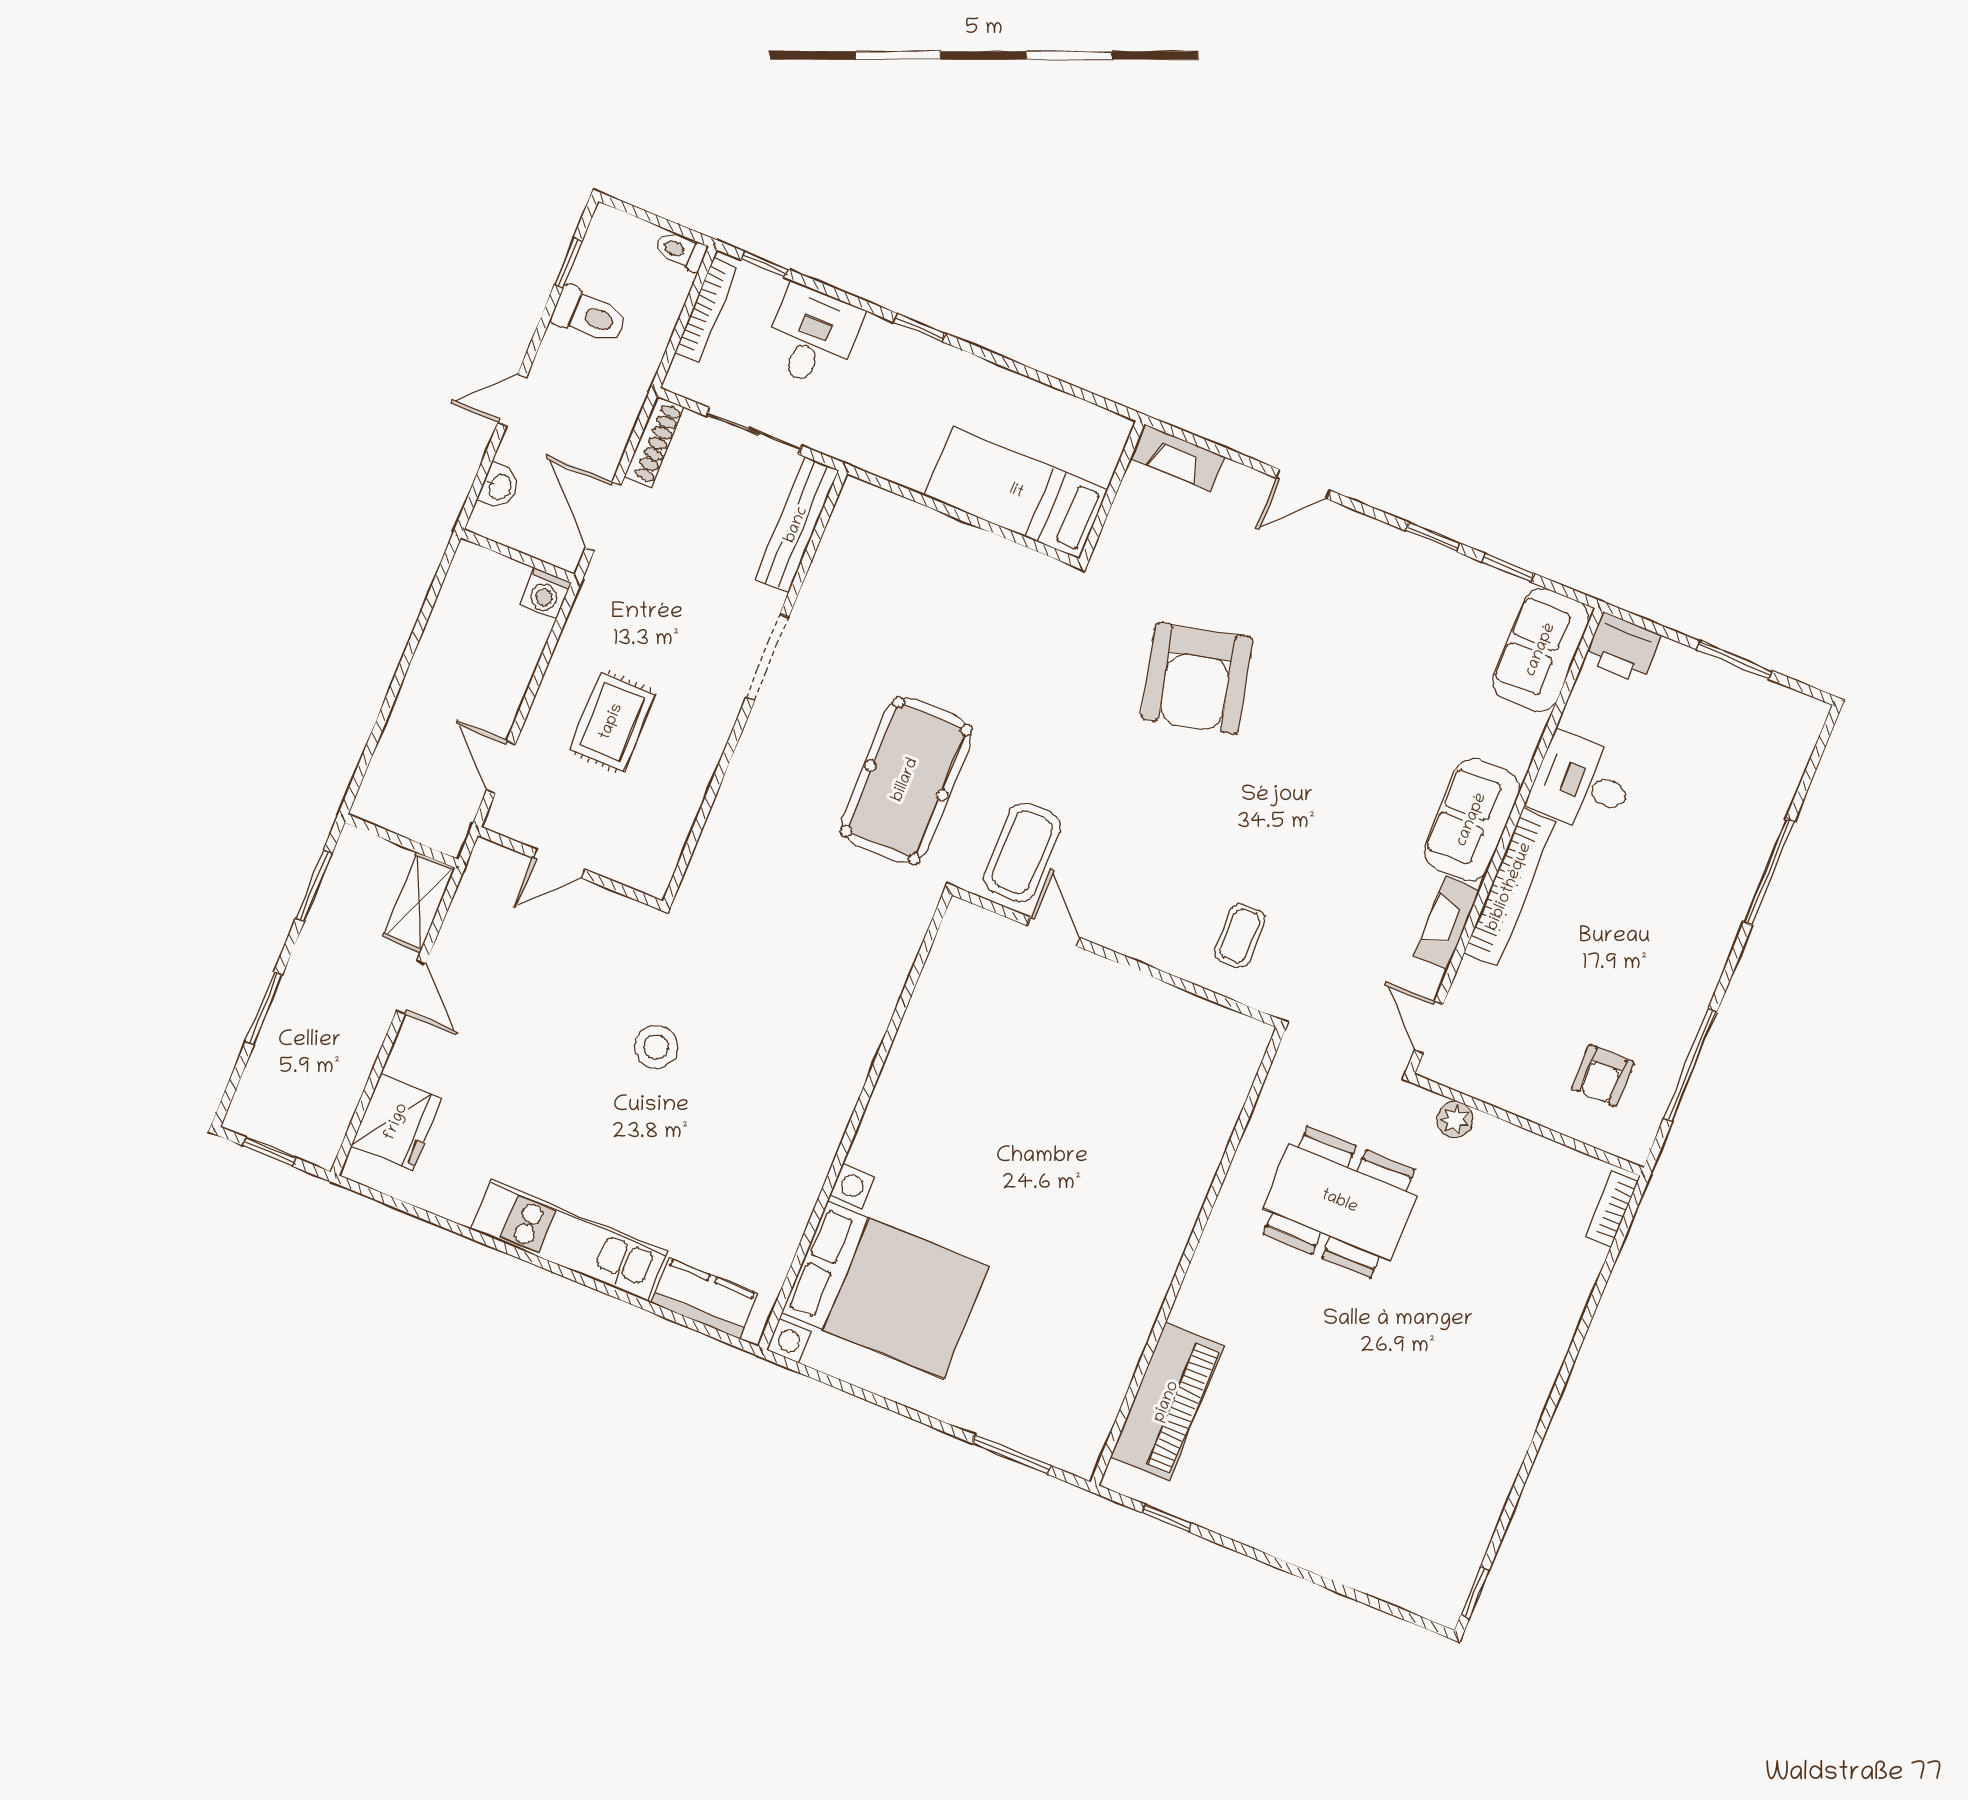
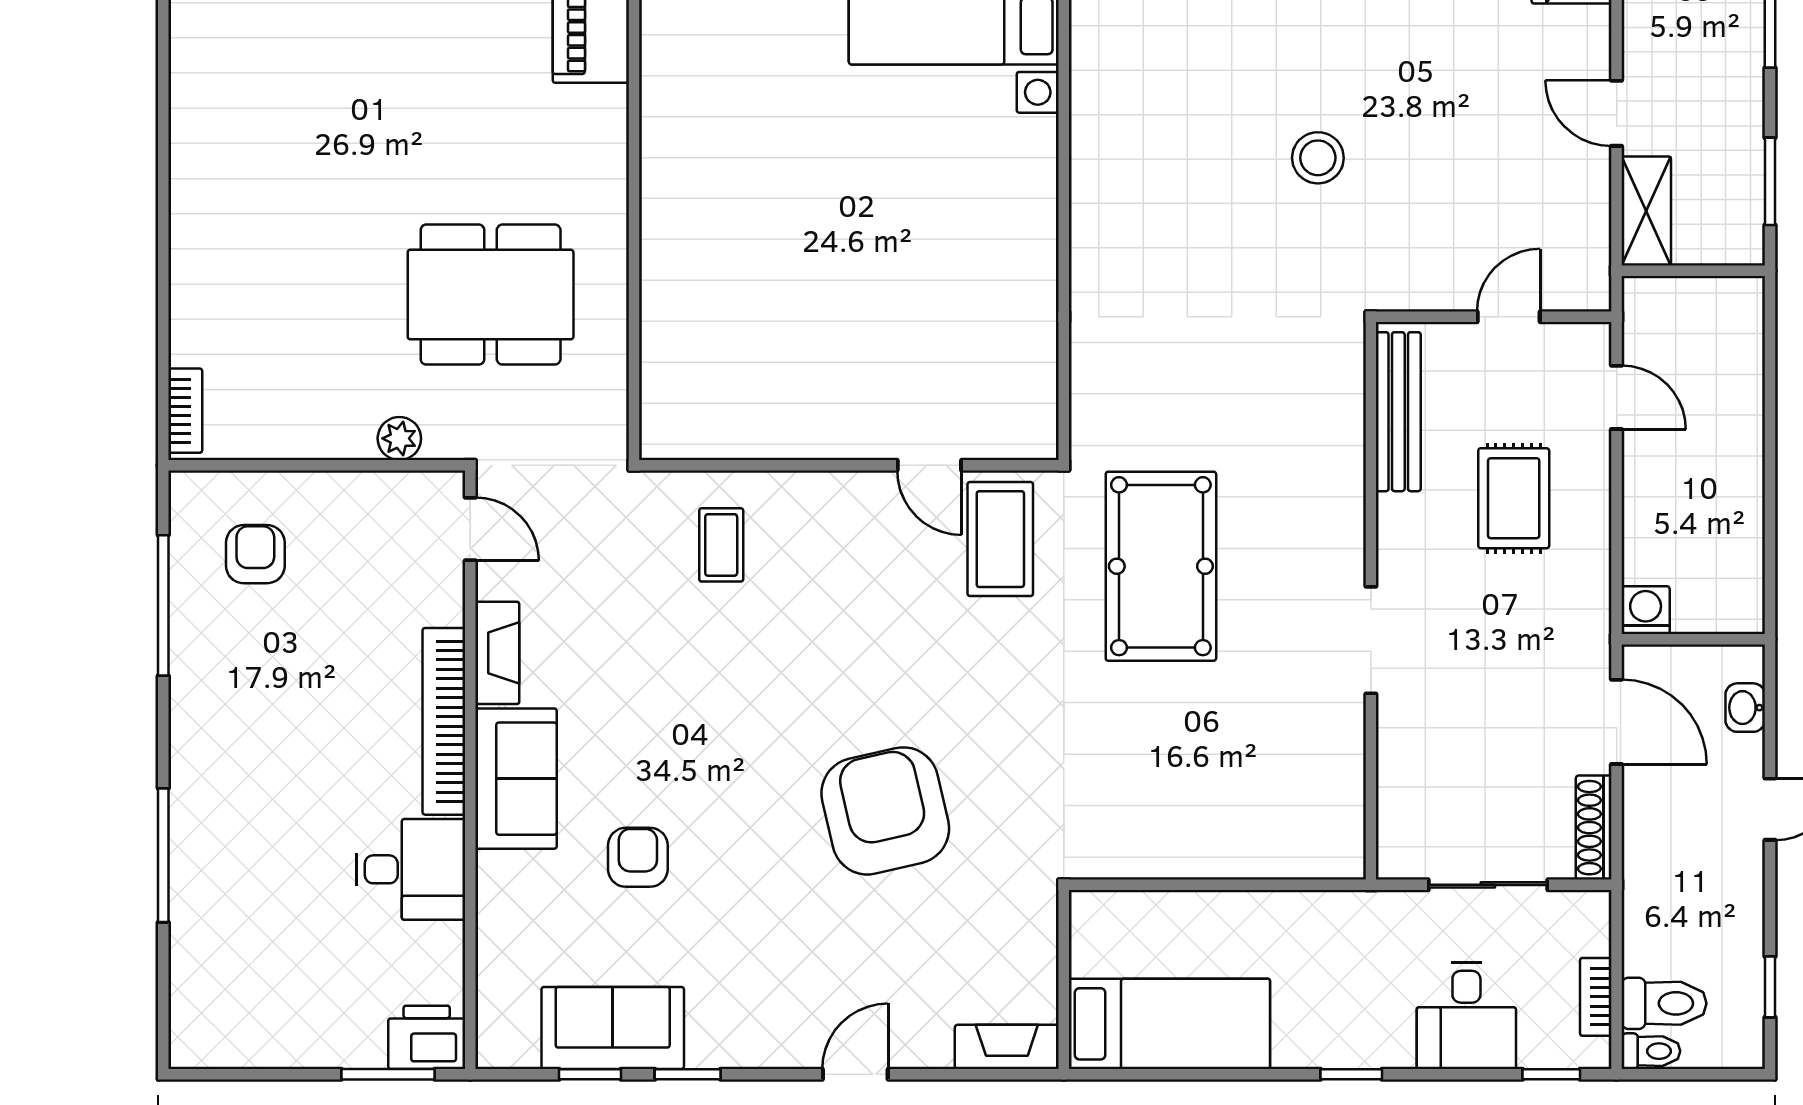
bookcase: (706, 310) -> (1596, 997), width x0.64
toilet: (590, 316) -> (1664, 1003), moved, turned 180
bed: (1016, 492) -> (1169, 1024), moved
bench: (797, 525) -> (1398, 412), moved
sofa: (1541, 650) -> (613, 1028), moved, turned -90
window: (1734, 660) -> (388, 1074), moved
armchair: (1403, 720) -> (638, 857), added

